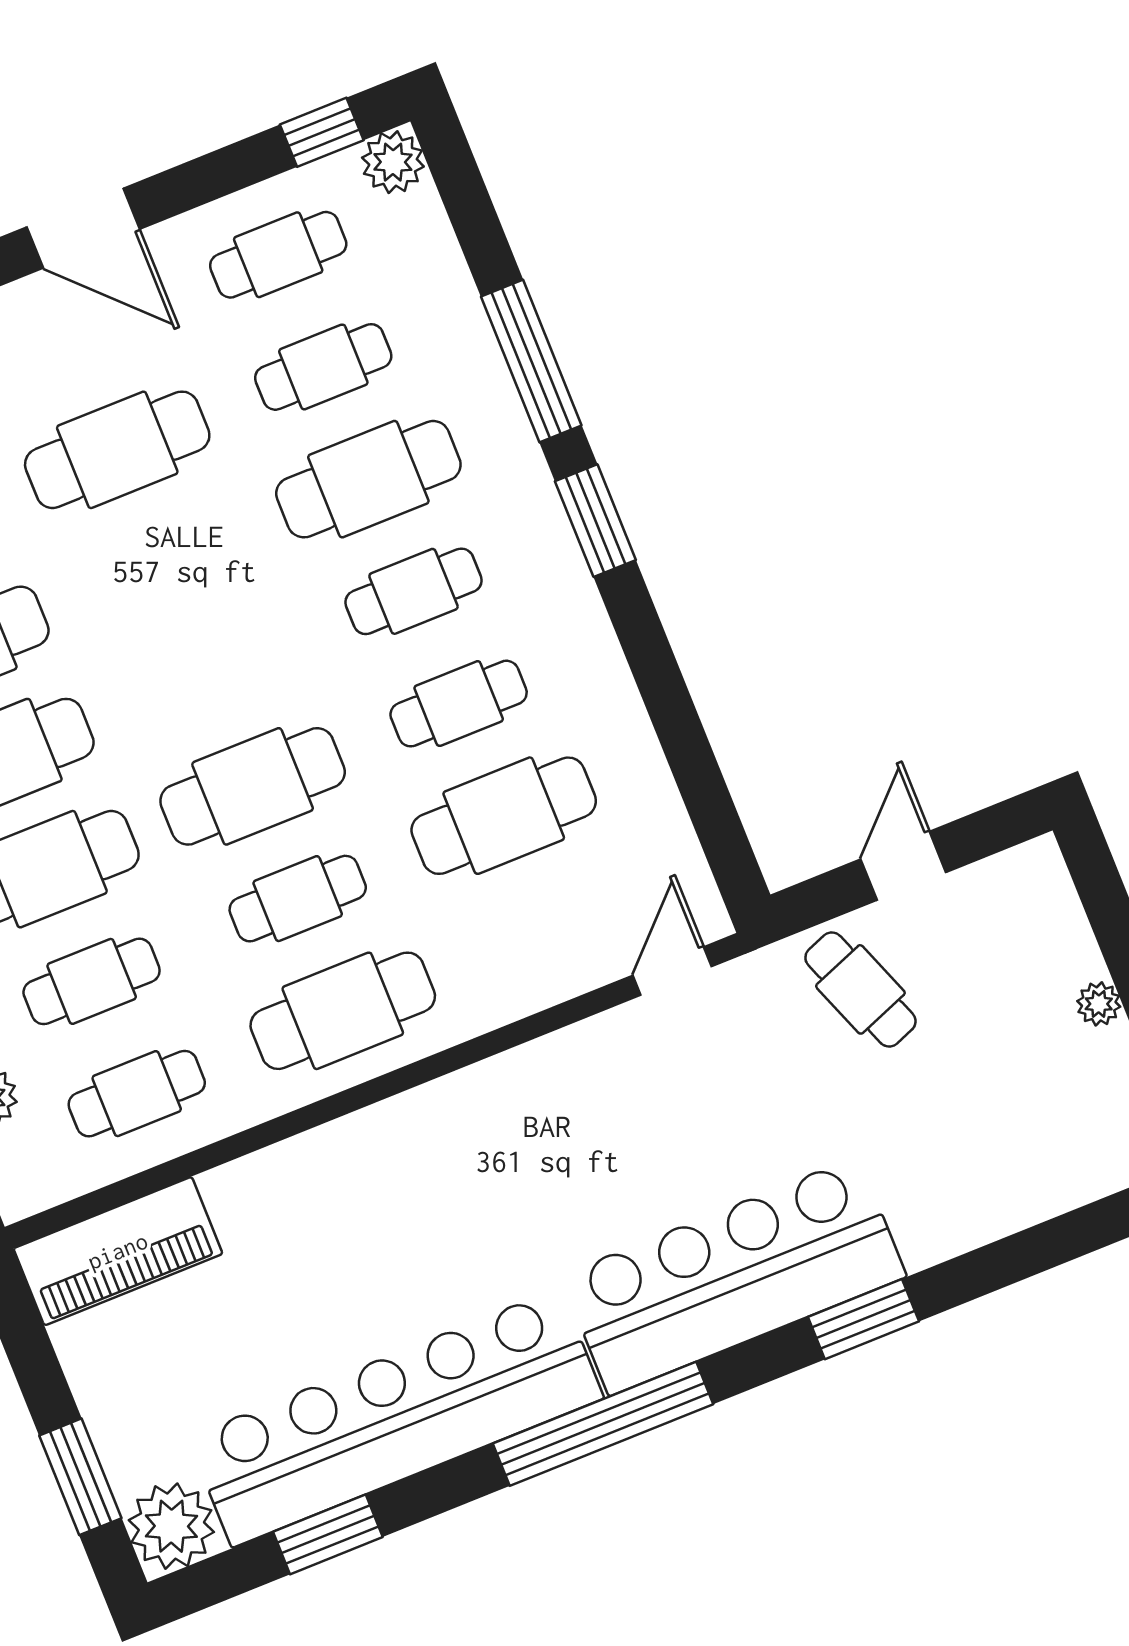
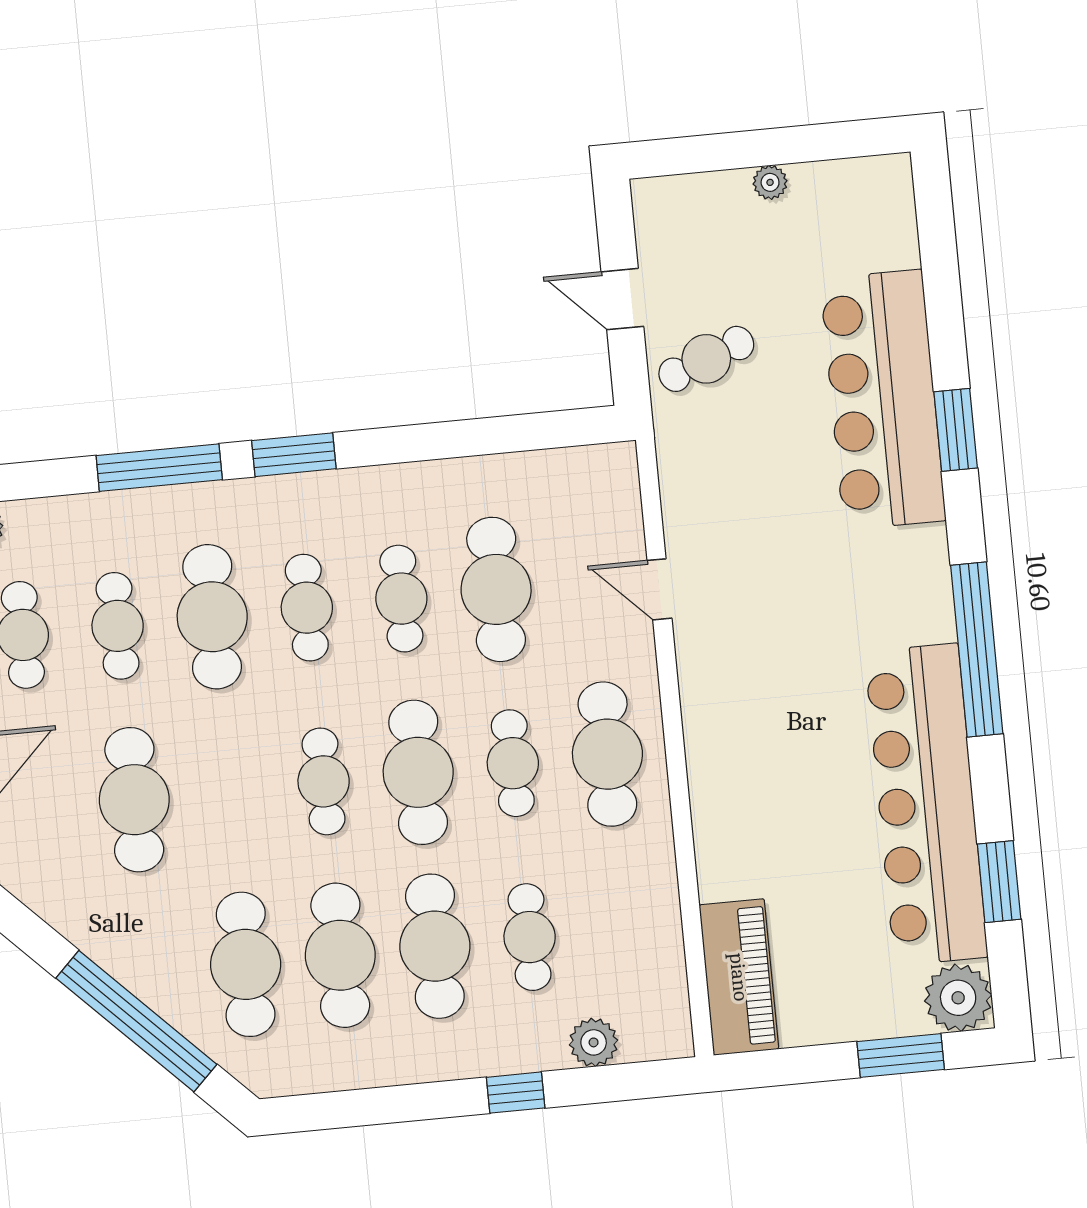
door: (672, 971) -> (659, 589), moved
cafe table: (137, 1094) -> (324, 781), moved
bar counter: (734, 1276) -> (883, 400), moved

